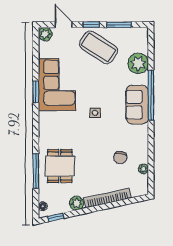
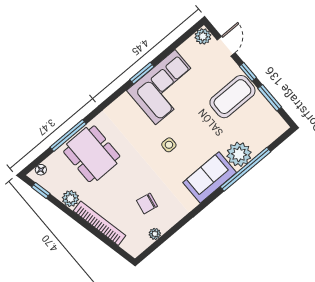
coffee table: (98, 47) -> (232, 97), turned 57
plant: (138, 63) -> (239, 154), moved
window: (151, 95) -> (246, 169), moved
dining table: (60, 166) -> (92, 154), width x1.38

